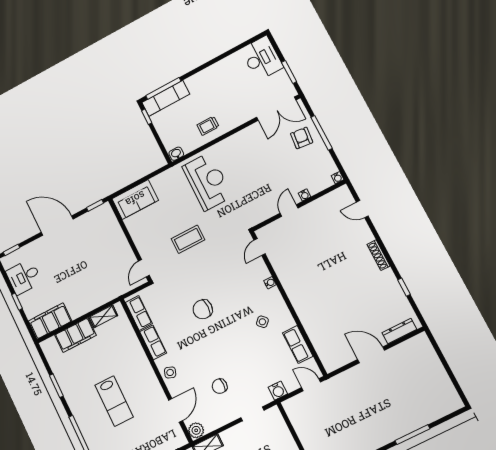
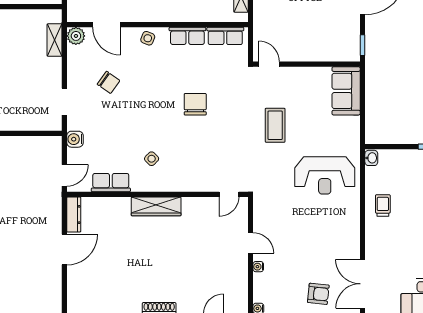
door: (259, 247) -> (229, 194), swing flipped
water cooler: (270, 283) -> (187, 187), removed
wardrobe: (298, 299) -> (156, 206), added
dresser: (399, 331) -> (74, 215), moved
chair: (220, 386) -> (109, 82), turned 125

